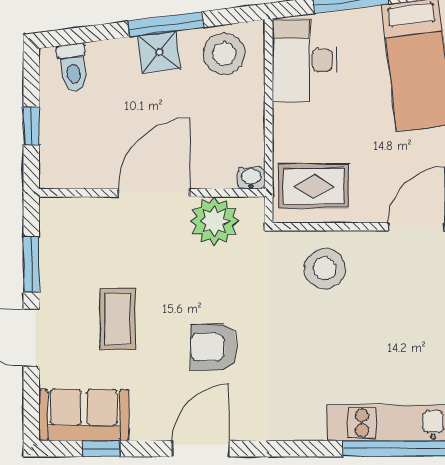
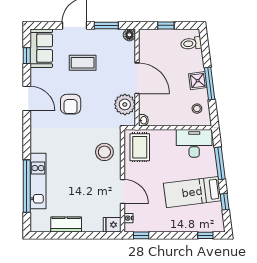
stool: (224, 54) -> (197, 109), width x0.53, depth x0.53
floor lamp: (53, 211) -> (129, 35), added
armchair: (214, 347) -> (71, 104), turned 180

